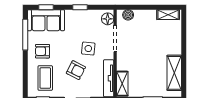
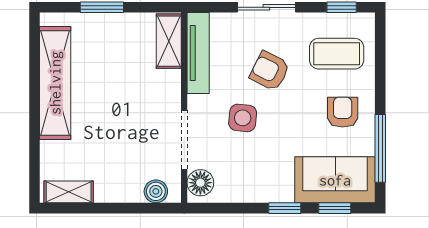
window: (80, 7) -> (285, 208), moved
armchair: (42, 51) -> (343, 112), turned -90
shelving: (174, 73) -> (55, 83), width x1.47
coffee table: (45, 78) -> (337, 54), turned 90

